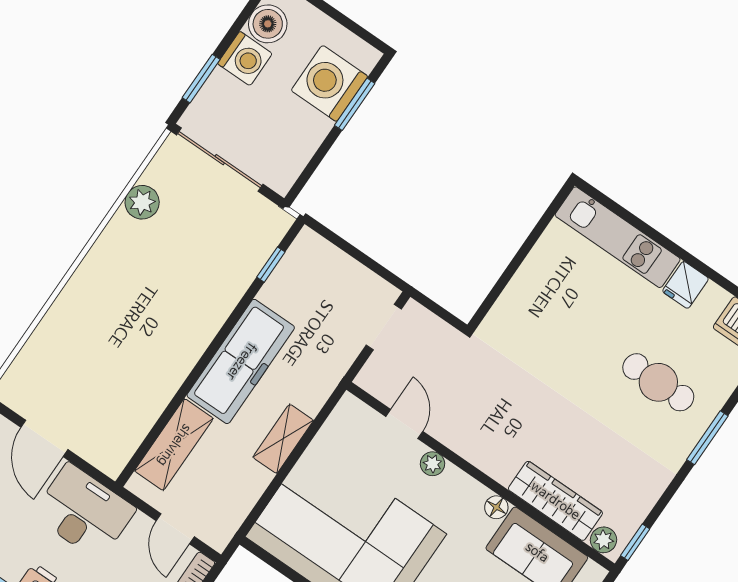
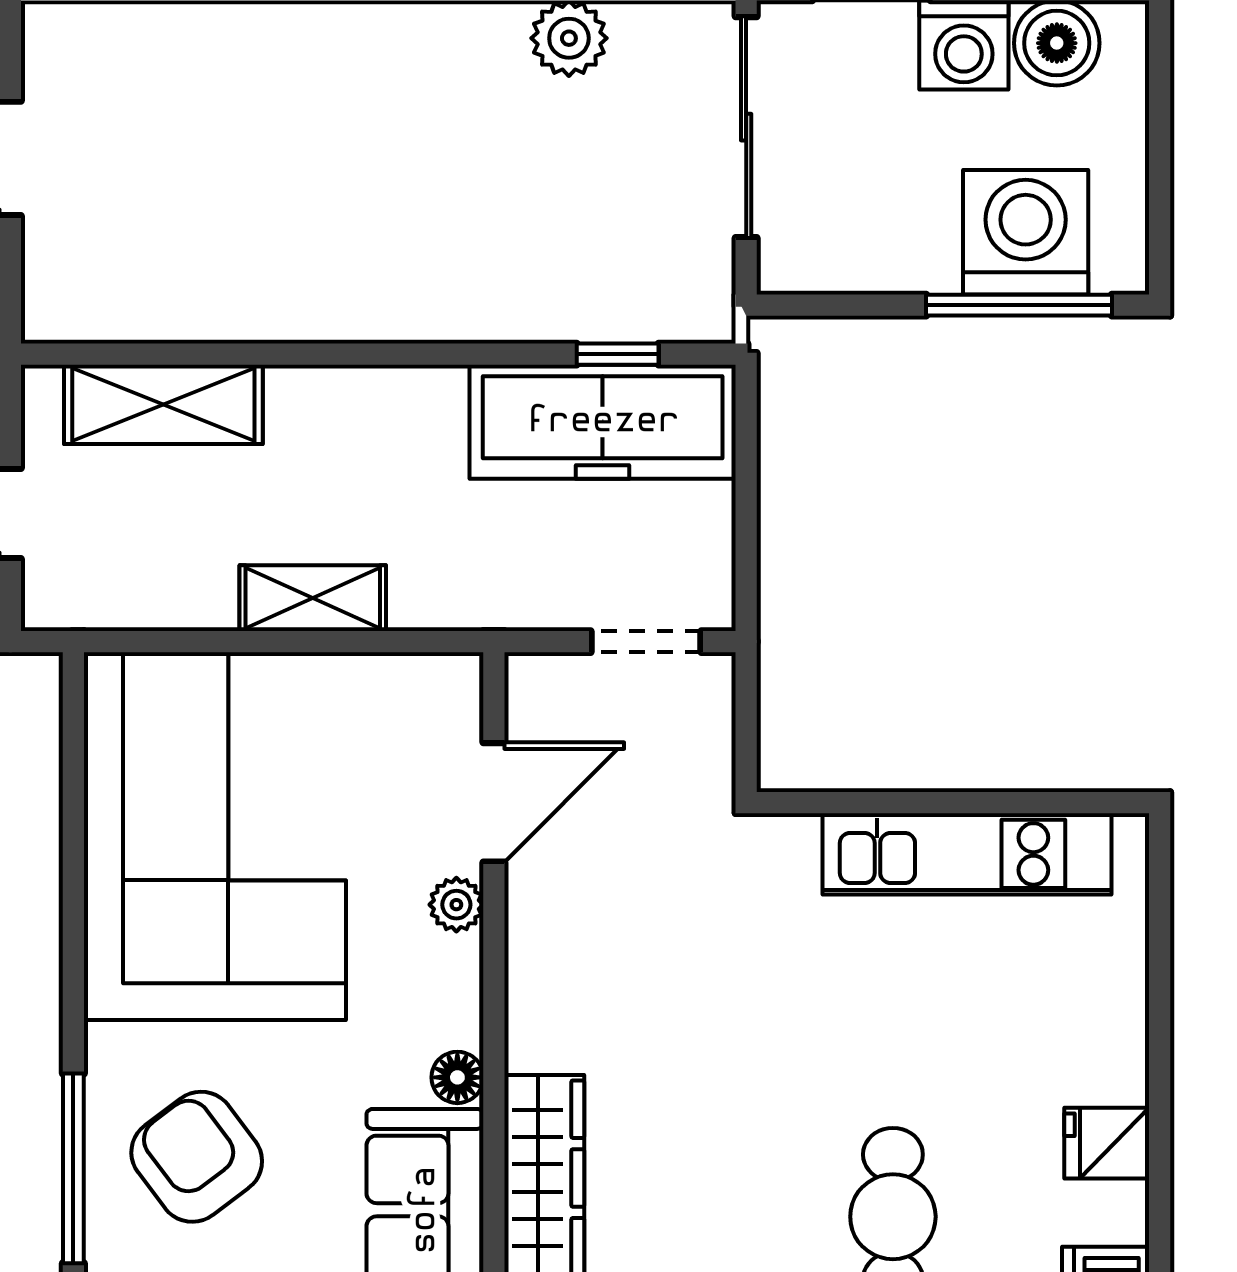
window: (355, 104) -> (1019, 305), width x1.44
kitchen unit: (618, 237) -> (967, 854), moved, turned -90
freezer: (241, 361) -> (603, 422), moved
door: (404, 424) -> (494, 802), width x1.38

